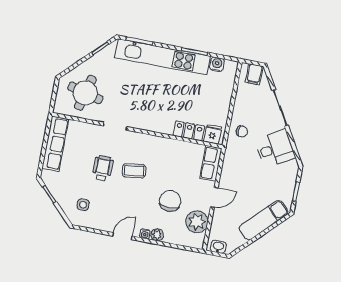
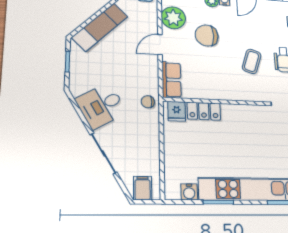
chair: (242, 131) -> (148, 102), moved
coffee table: (134, 171) -> (252, 61), turned -64
chair: (170, 201) -> (207, 35), turned 90

